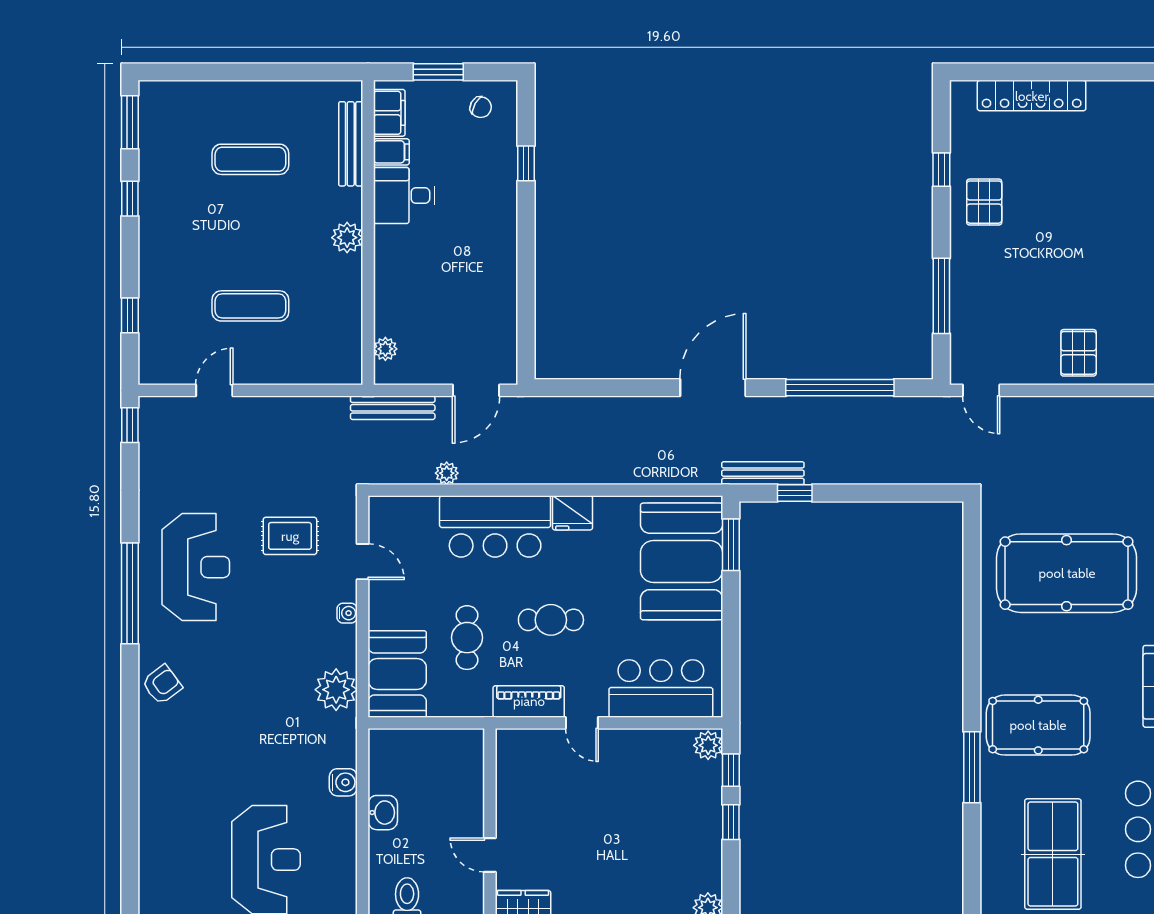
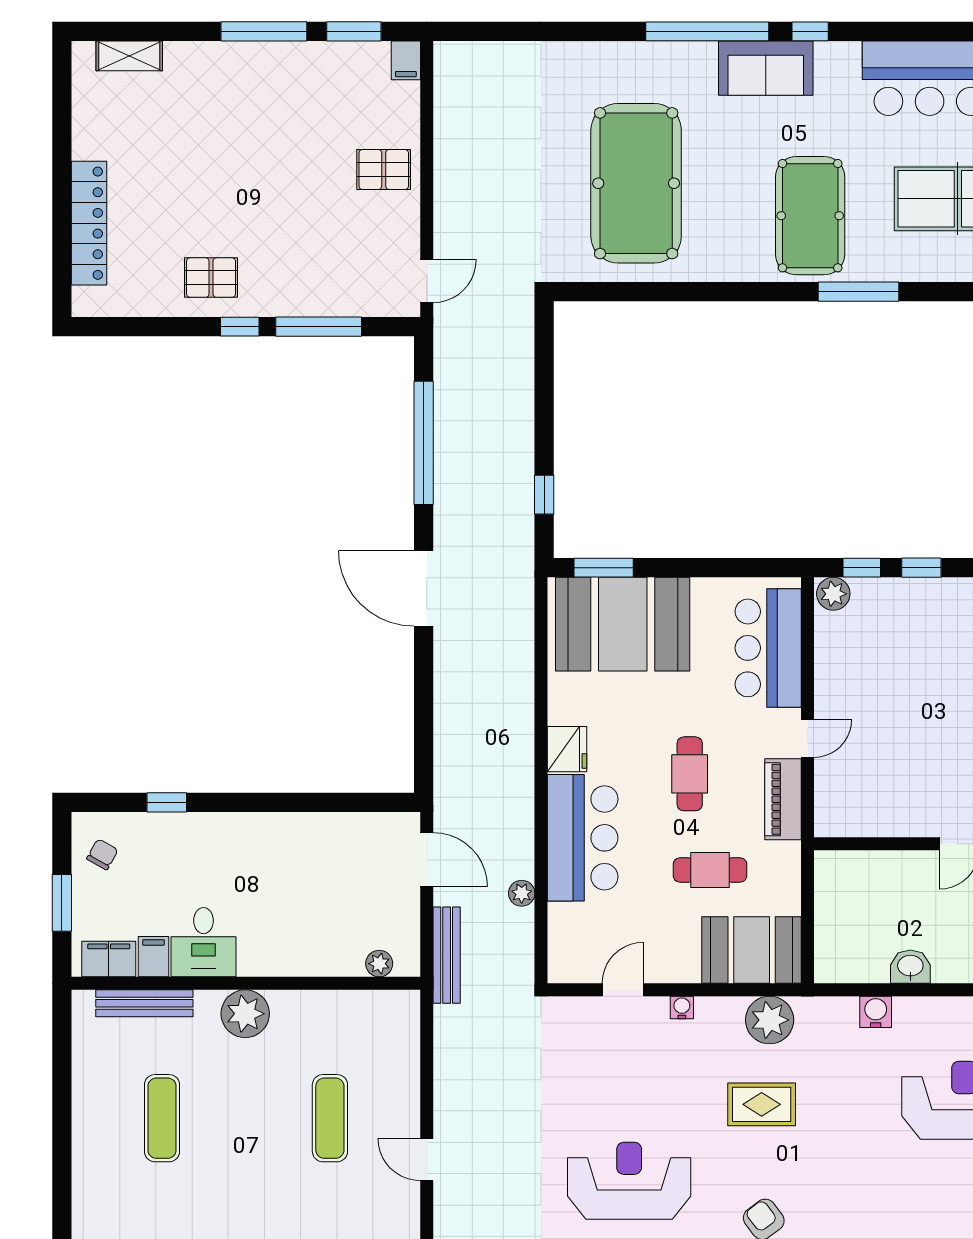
window: (941, 170) -> (240, 327), moved
plant: (347, 238) -> (245, 1014), width x1.36, depth x1.36
bench: (763, 473) -> (522, 531), removed
rug: (290, 536) -> (762, 1104), moved, turned 90

